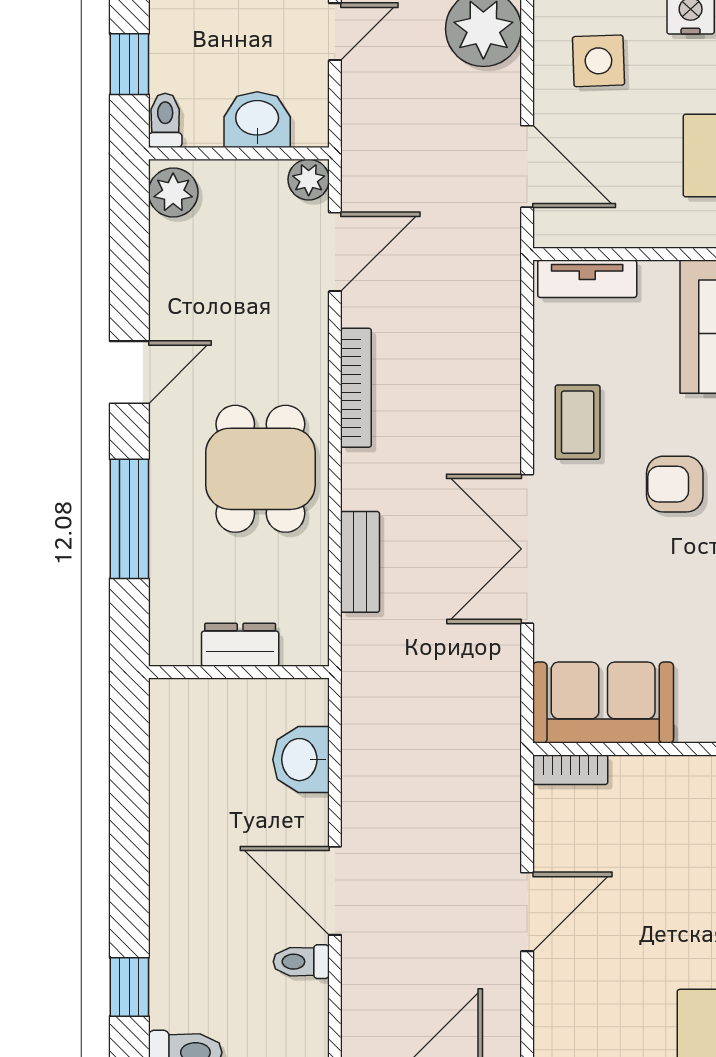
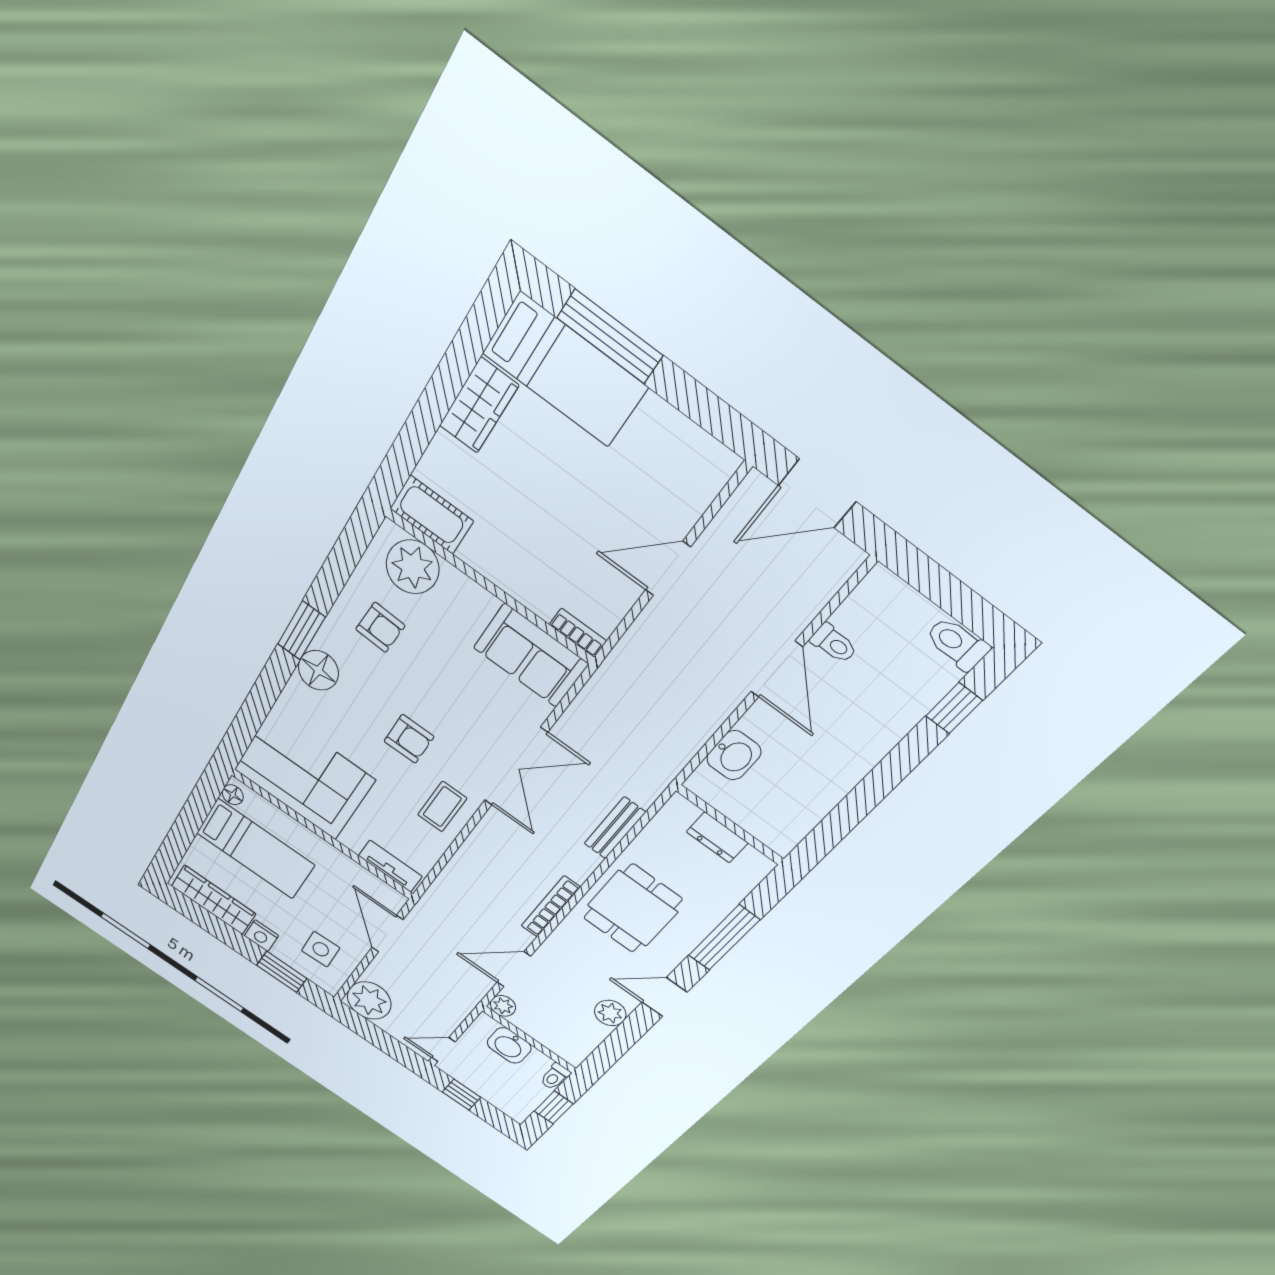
plant: (173, 192) -> (610, 1013), moved

